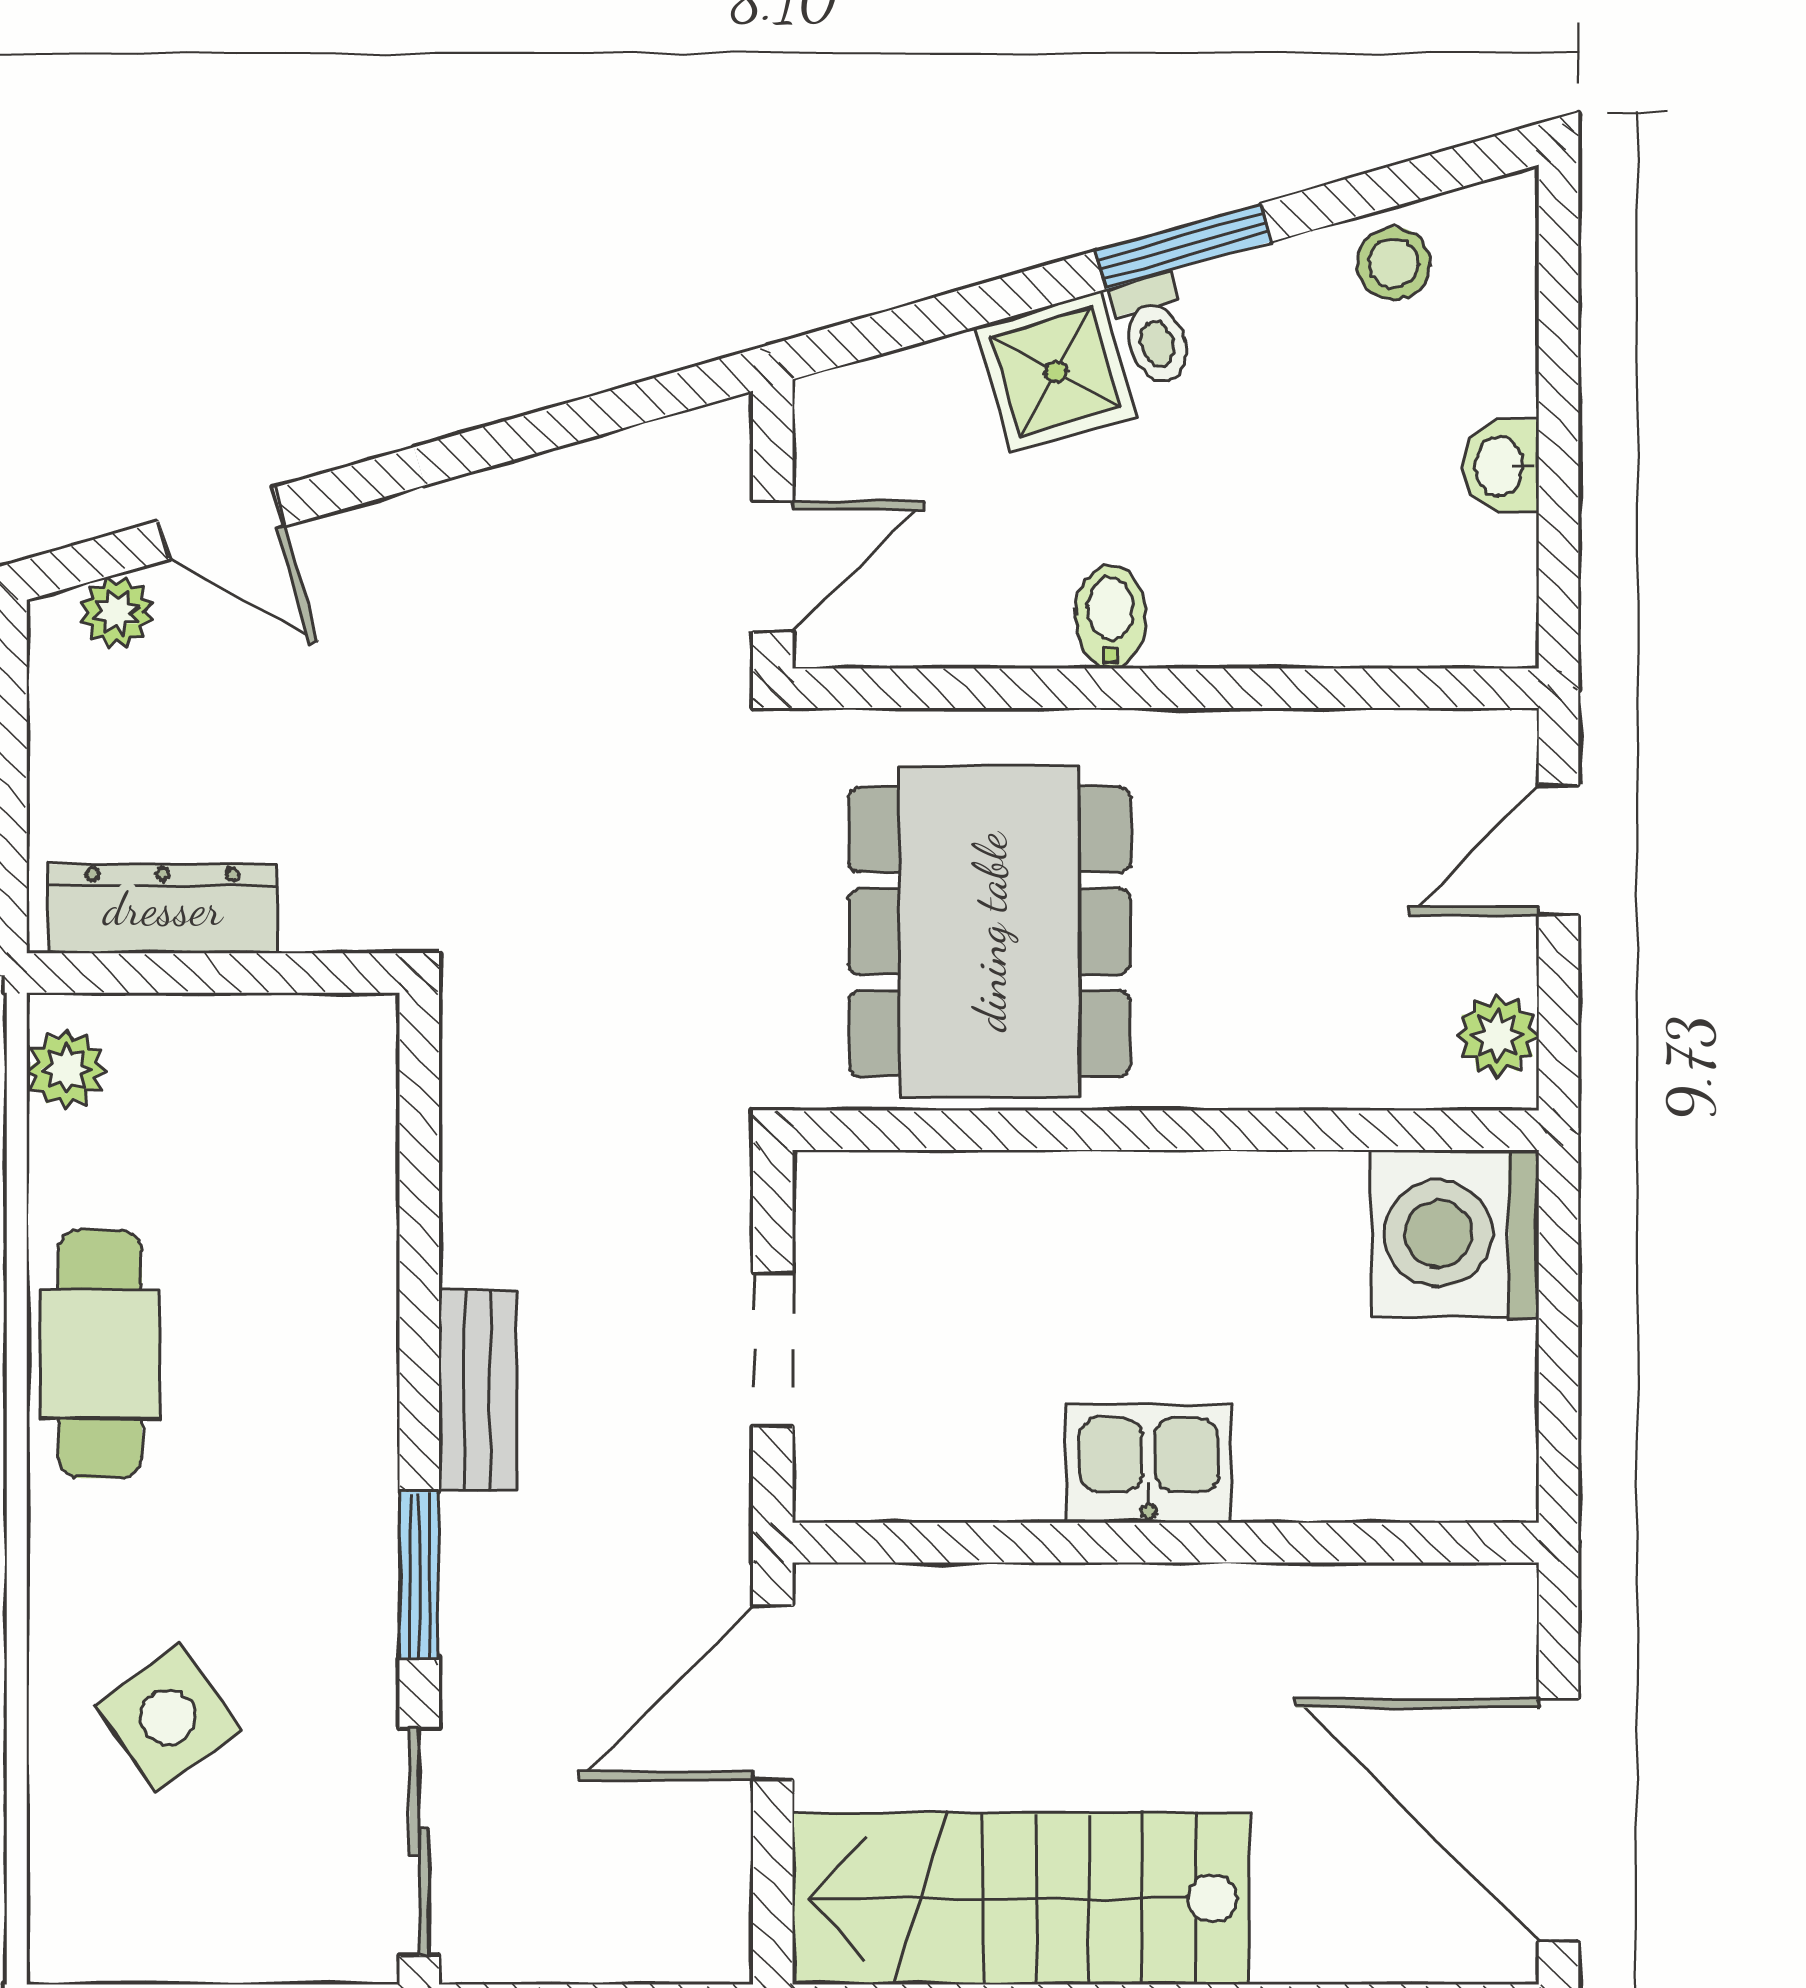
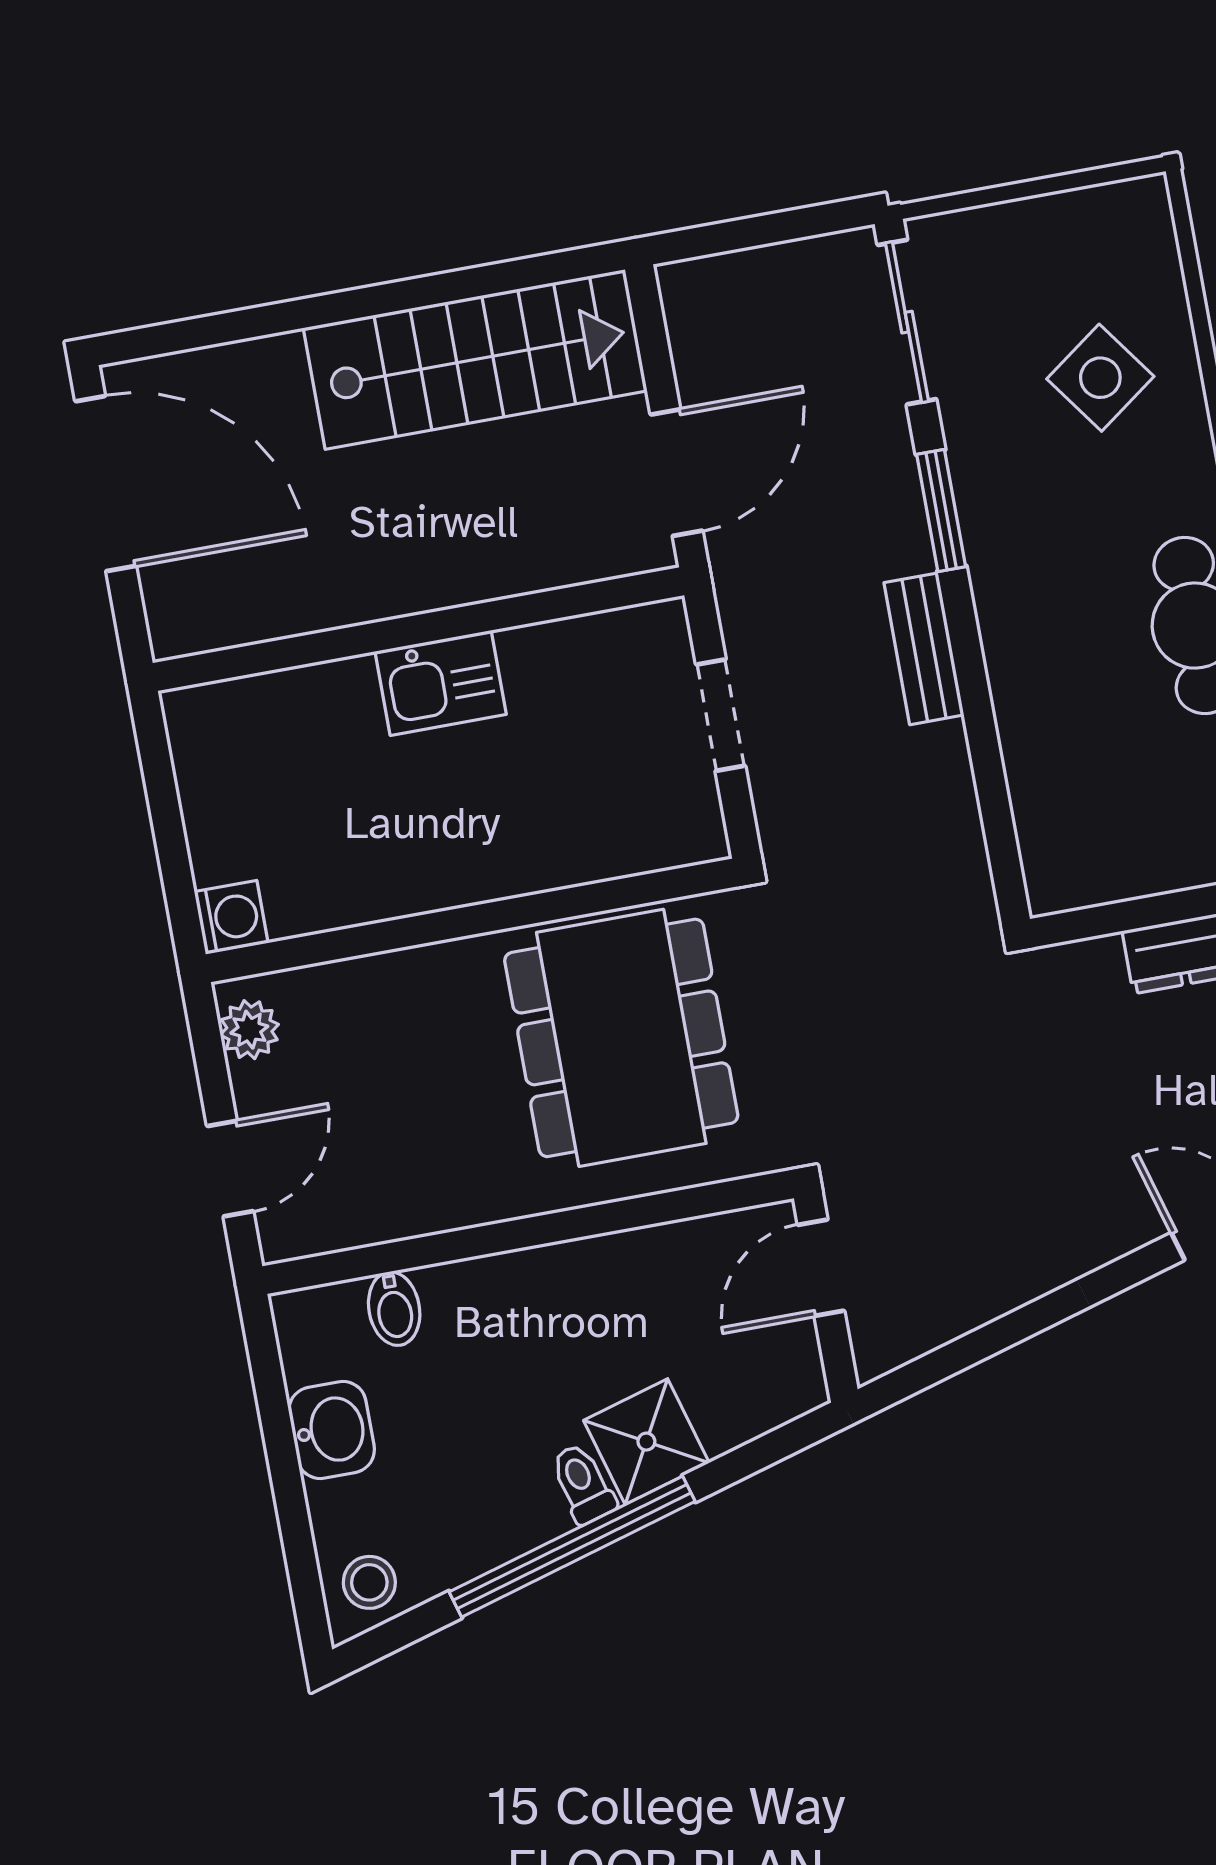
window: (1184, 246) -> (572, 1547), width x2.11
stool: (1394, 263) -> (369, 1582), moved
washbasin: (1501, 466) -> (332, 1430), width x1.38, depth x1.45
bidet: (1111, 617) -> (394, 1309), moved
washing machine: (1455, 1234) -> (231, 917), width x0.53, depth x0.53

